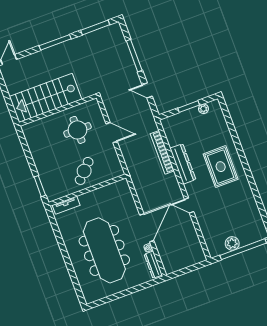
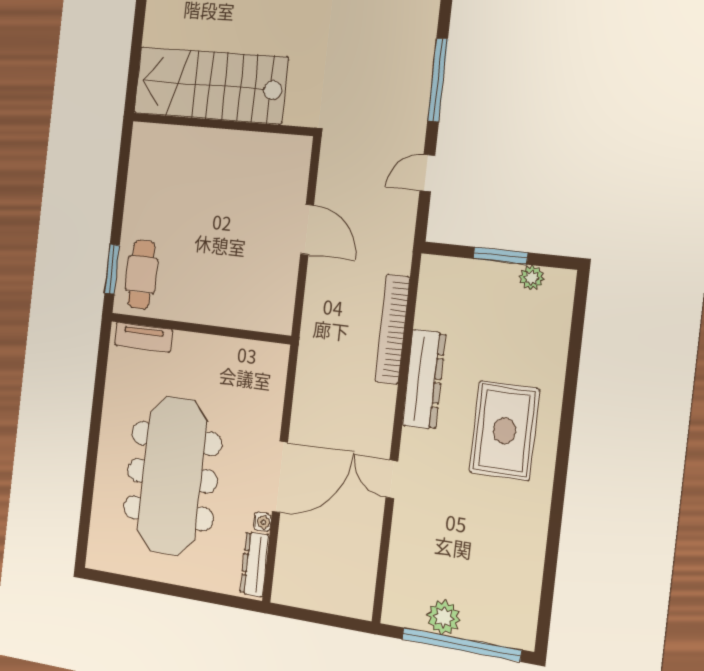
door: (147, 90) -> (427, 173), hinge flipped
round table: (77, 130) -> (241, 188), removed
cafe table: (84, 171) -> (141, 274), moved, turned -44

